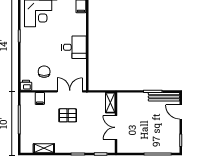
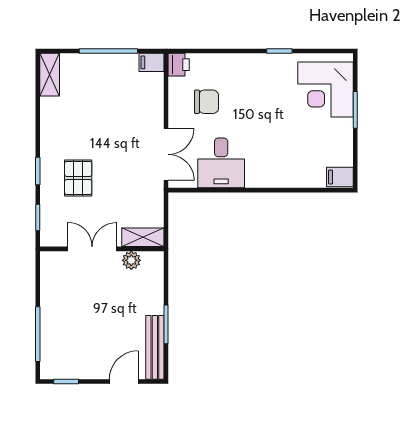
desk: (74, 47) -> (221, 163), moved
filing cabinet: (40, 98) -> (152, 62), moved
plant: (122, 108) -> (131, 260), added
pallet: (68, 115) -> (78, 178), moved
shelving: (44, 148) -> (50, 75), moved

